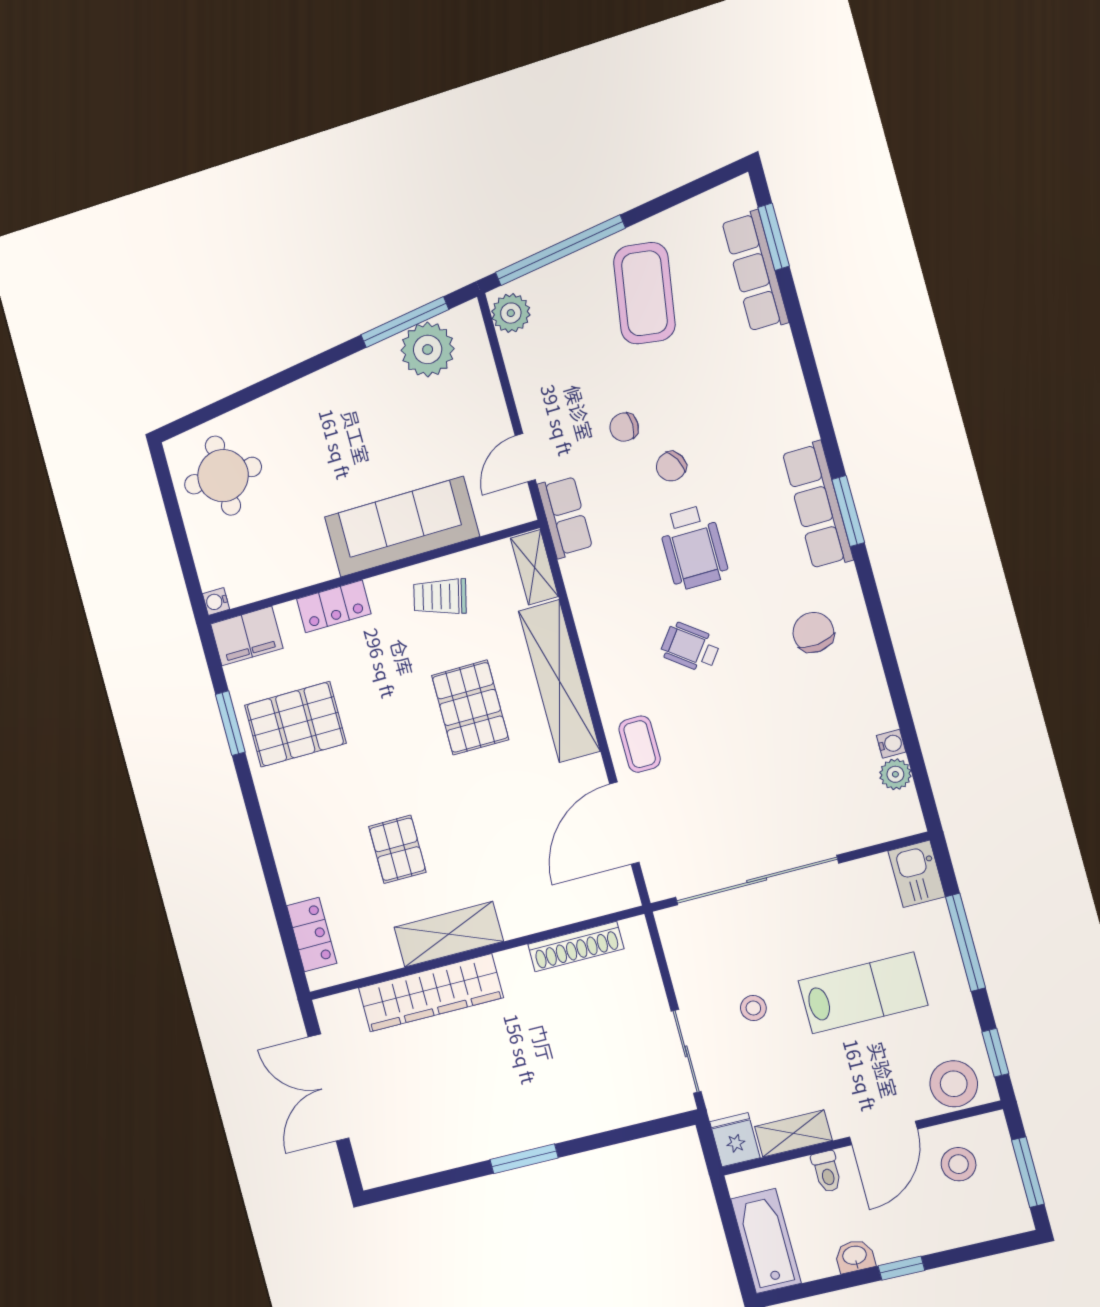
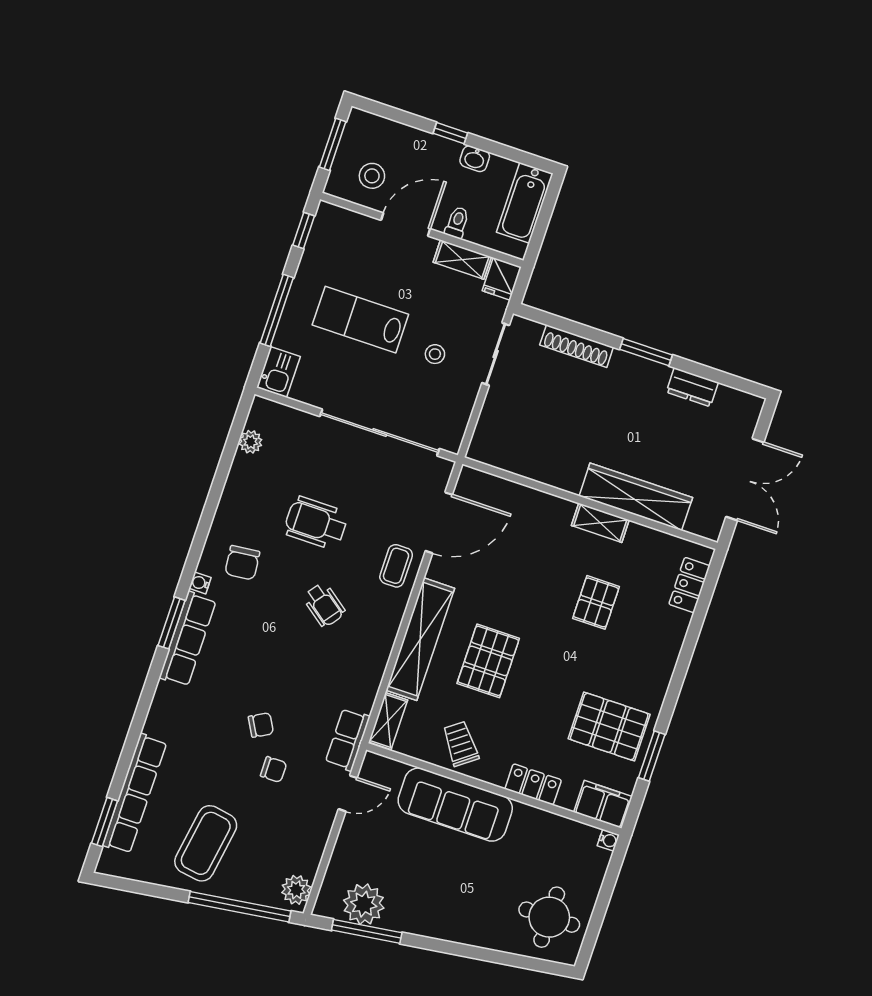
row of seats: (755, 271) -> (135, 794), width x1.36
wheelchair: (693, 547) -> (316, 523), moved, turned -90
trolley: (440, 597) -> (461, 744), turned -141
water cooler: (891, 744) -> (200, 583), moved
shelving: (449, 934) -> (600, 523), width x0.67, depth x0.75
shoe rack: (576, 947) -> (577, 346), moved, turned 180
stool: (954, 1084) -> (342, 228), removed
dresser: (449, 1152) -> (692, 387), added

